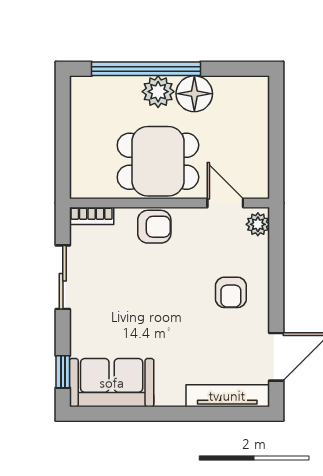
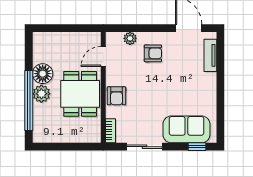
plant: (258, 224) -> (130, 38), moved
armchair: (154, 227) -> (116, 96), turned 180
sofa: (112, 383) -> (186, 129), moved, turned 90
tv unit: (227, 396) -> (210, 55), width x0.71

